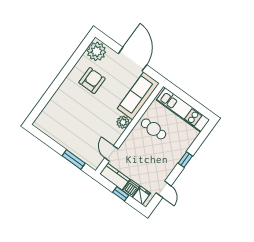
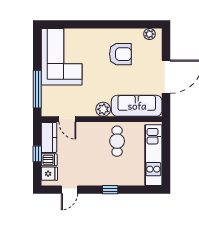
plant: (96, 51) -> (149, 34), width x0.53, depth x0.53
corner sofa: (63, 125) -> (62, 57), added
door: (111, 153) -> (67, 119), swing flipped
window: (74, 160) -> (37, 89), width x1.44

